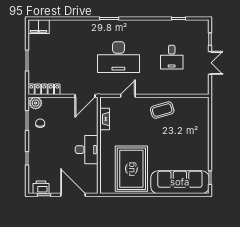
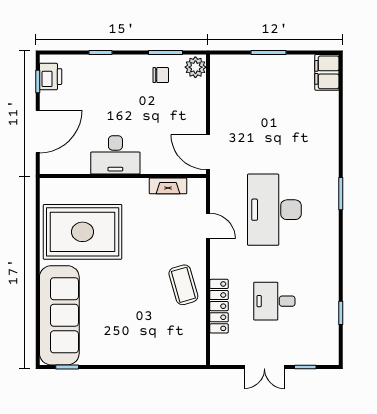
locker: (44, 89) -> (219, 306), moved

